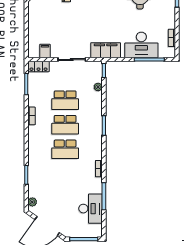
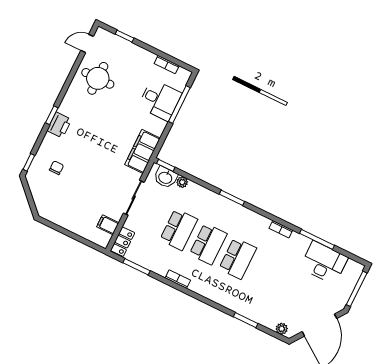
desk: (141, 45) -> (160, 100), width x0.73
washbasin: (96, 74) -> (165, 177), added

